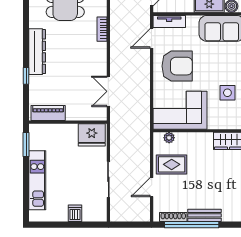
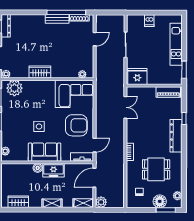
armchair: (177, 66) -> (76, 125), turned 180
side table: (227, 93) -> (39, 126), moved
rug: (172, 164) -> (80, 55), removed

